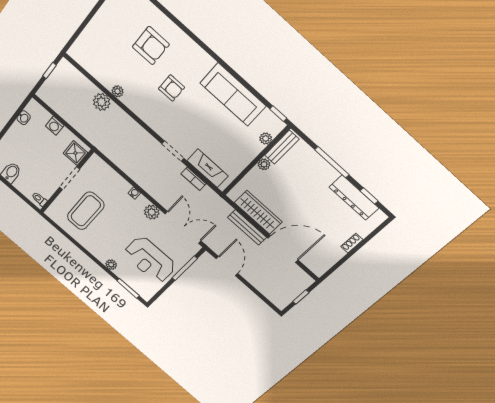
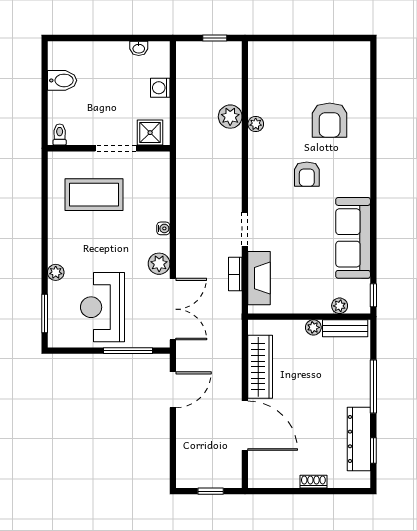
bench: (247, 227) -> (234, 371), removed

